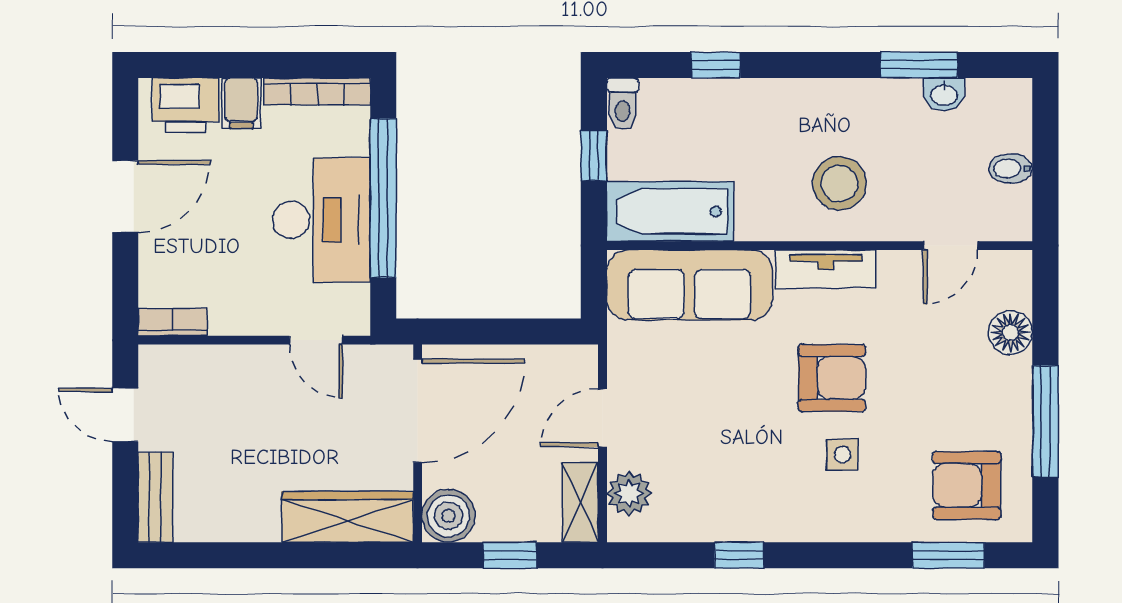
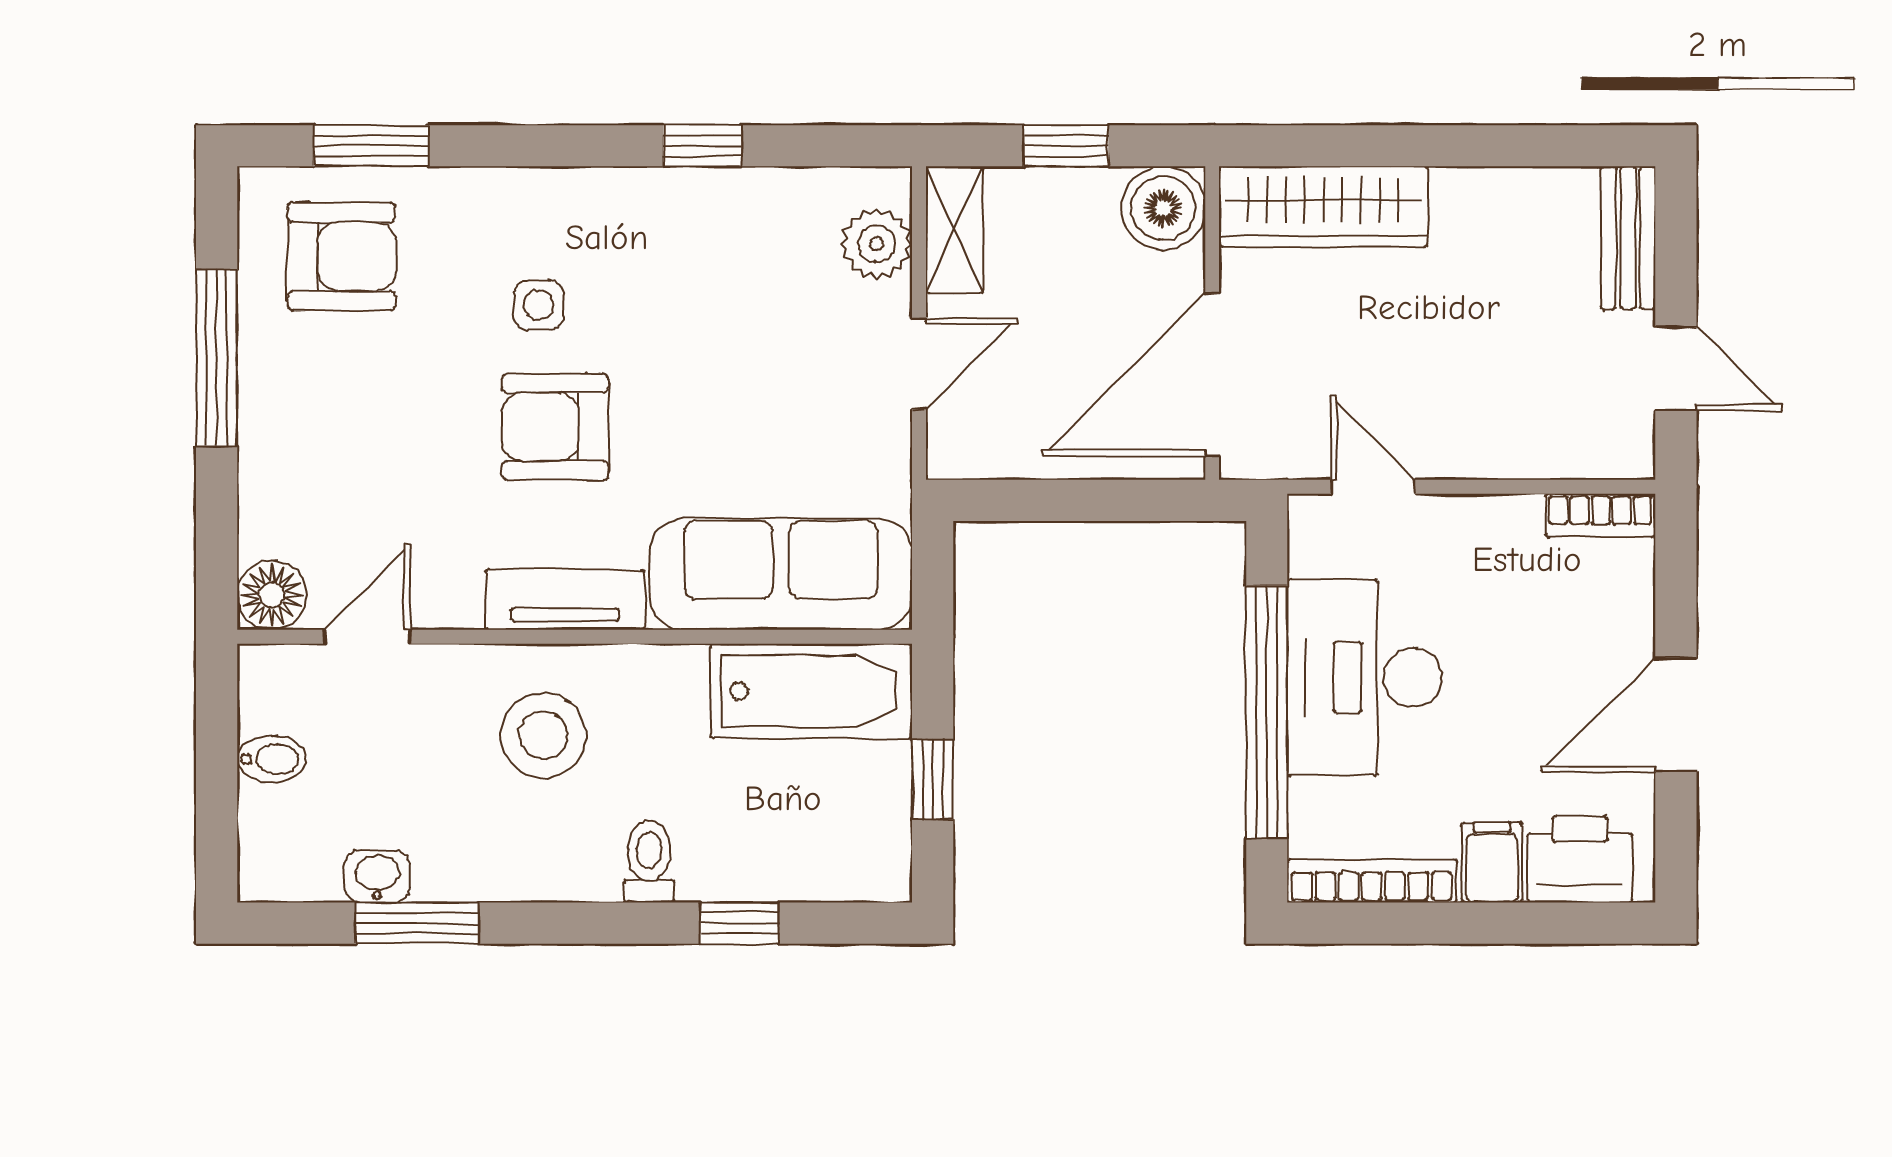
toilet: (623, 104) -> (649, 862), moved
floor lamp: (1010, 332) -> (272, 595), moved

